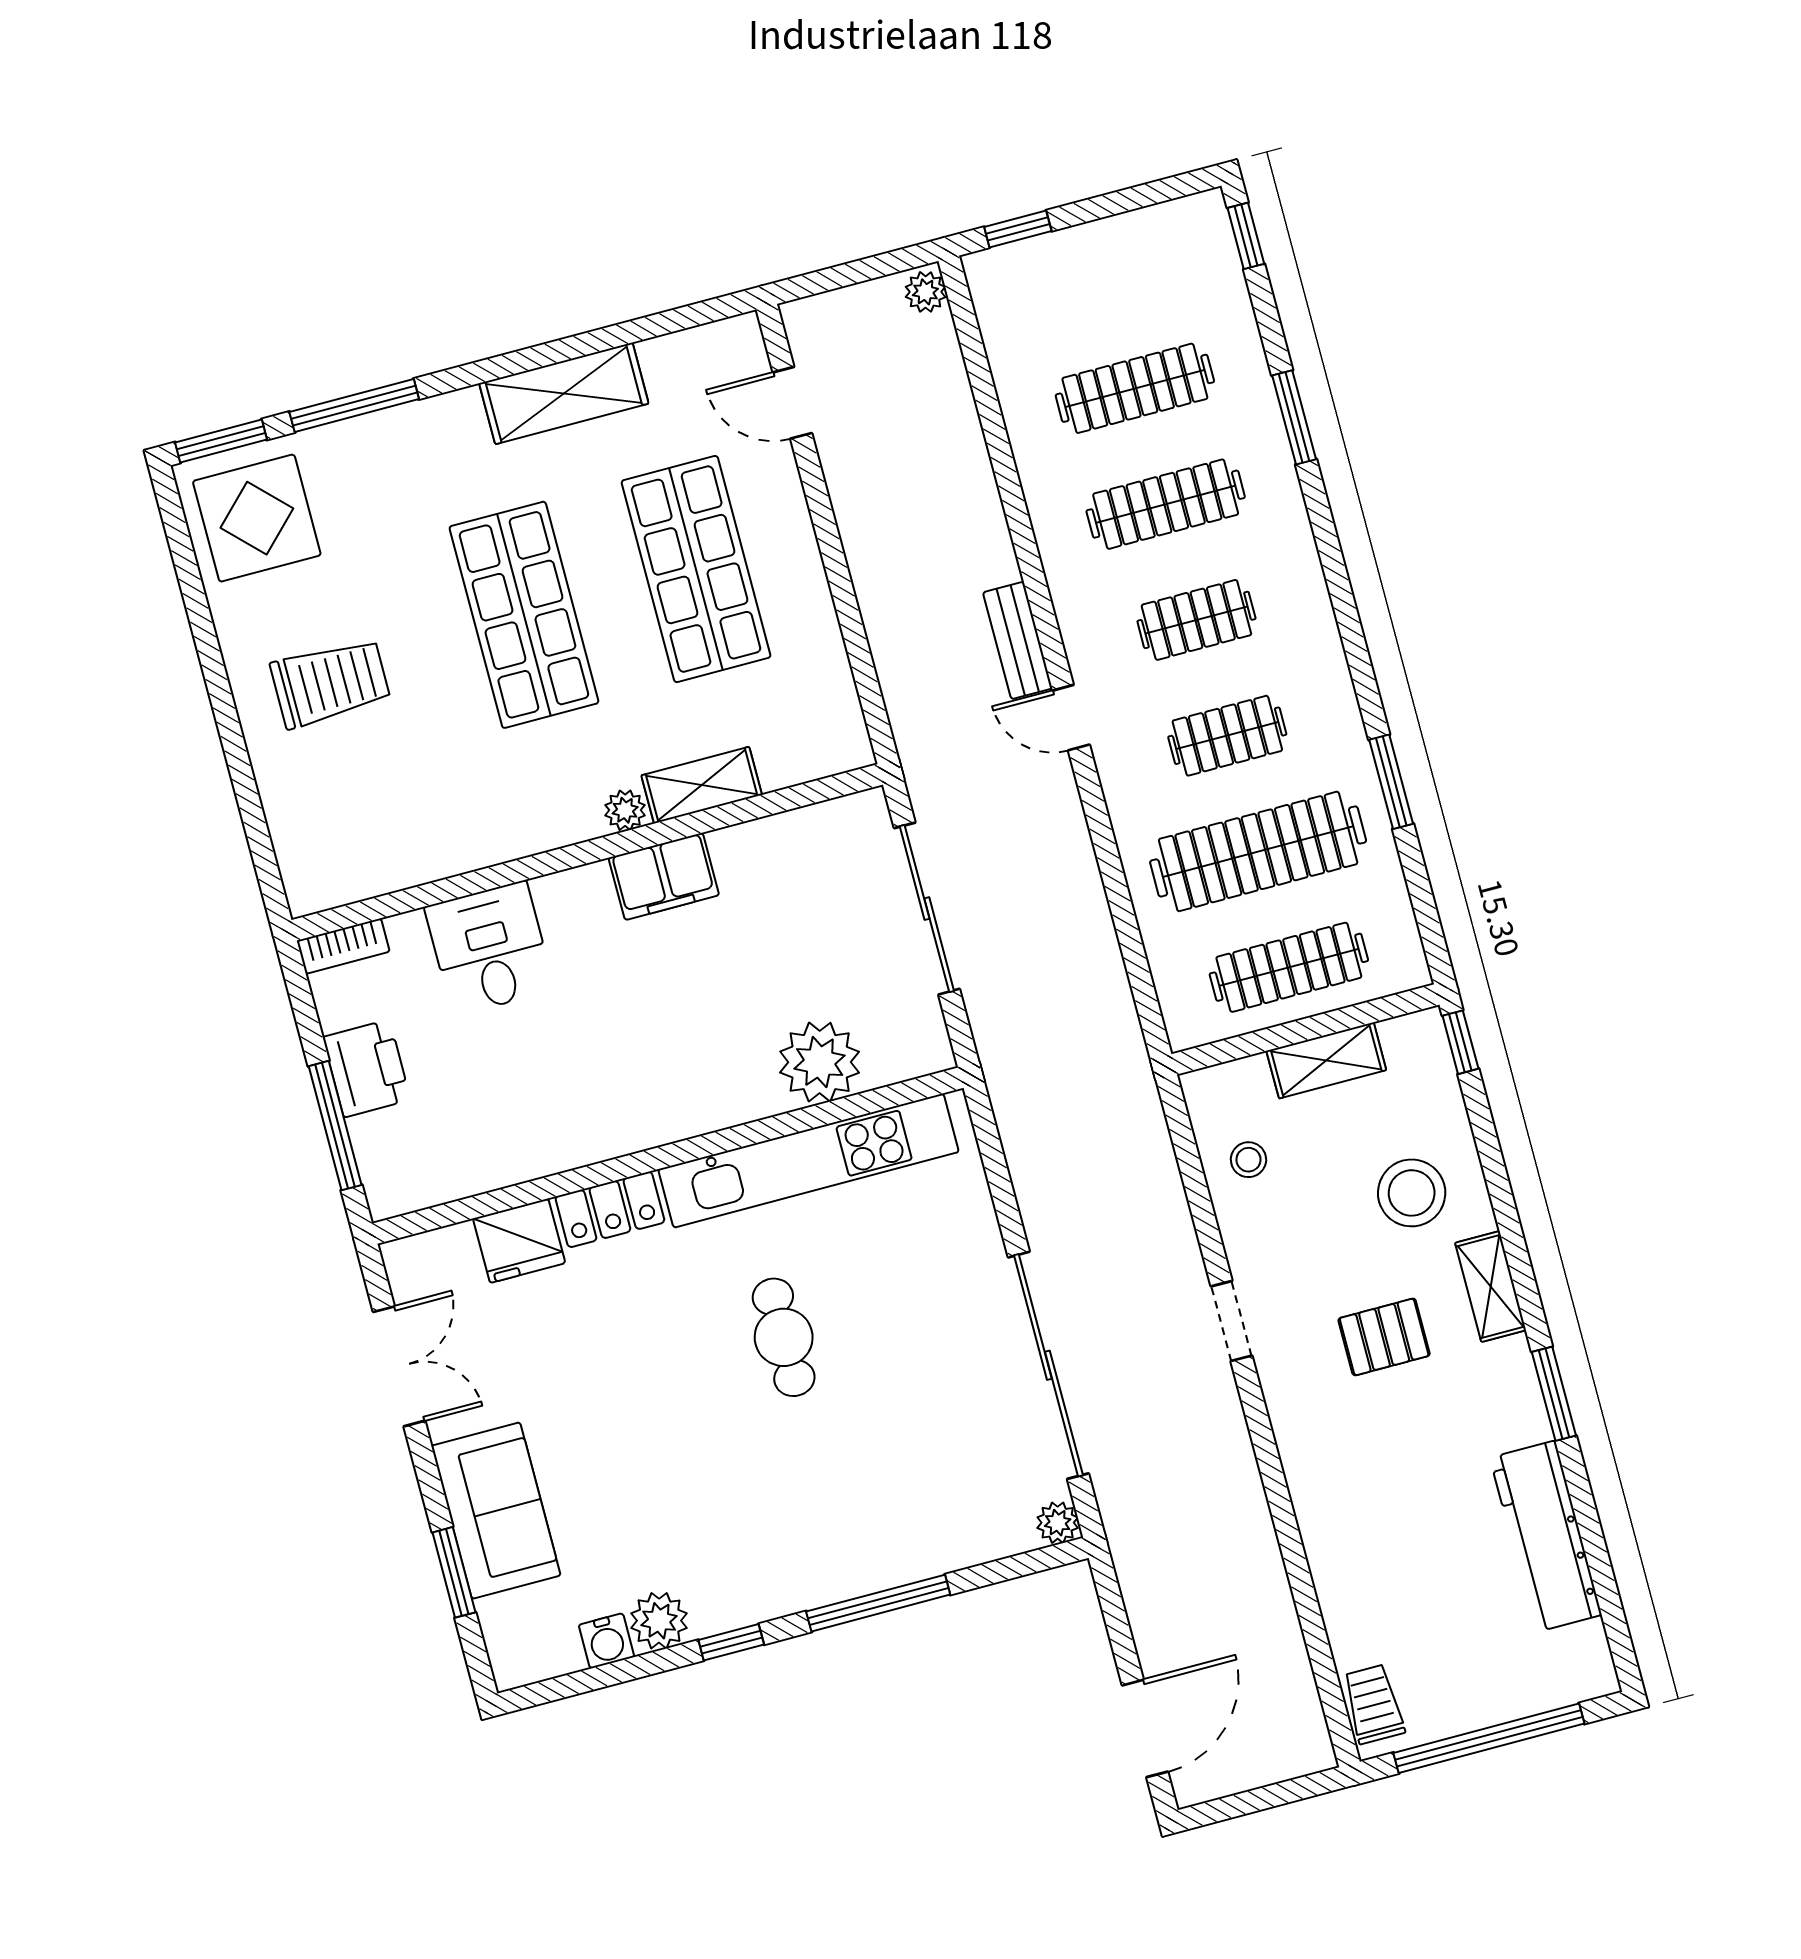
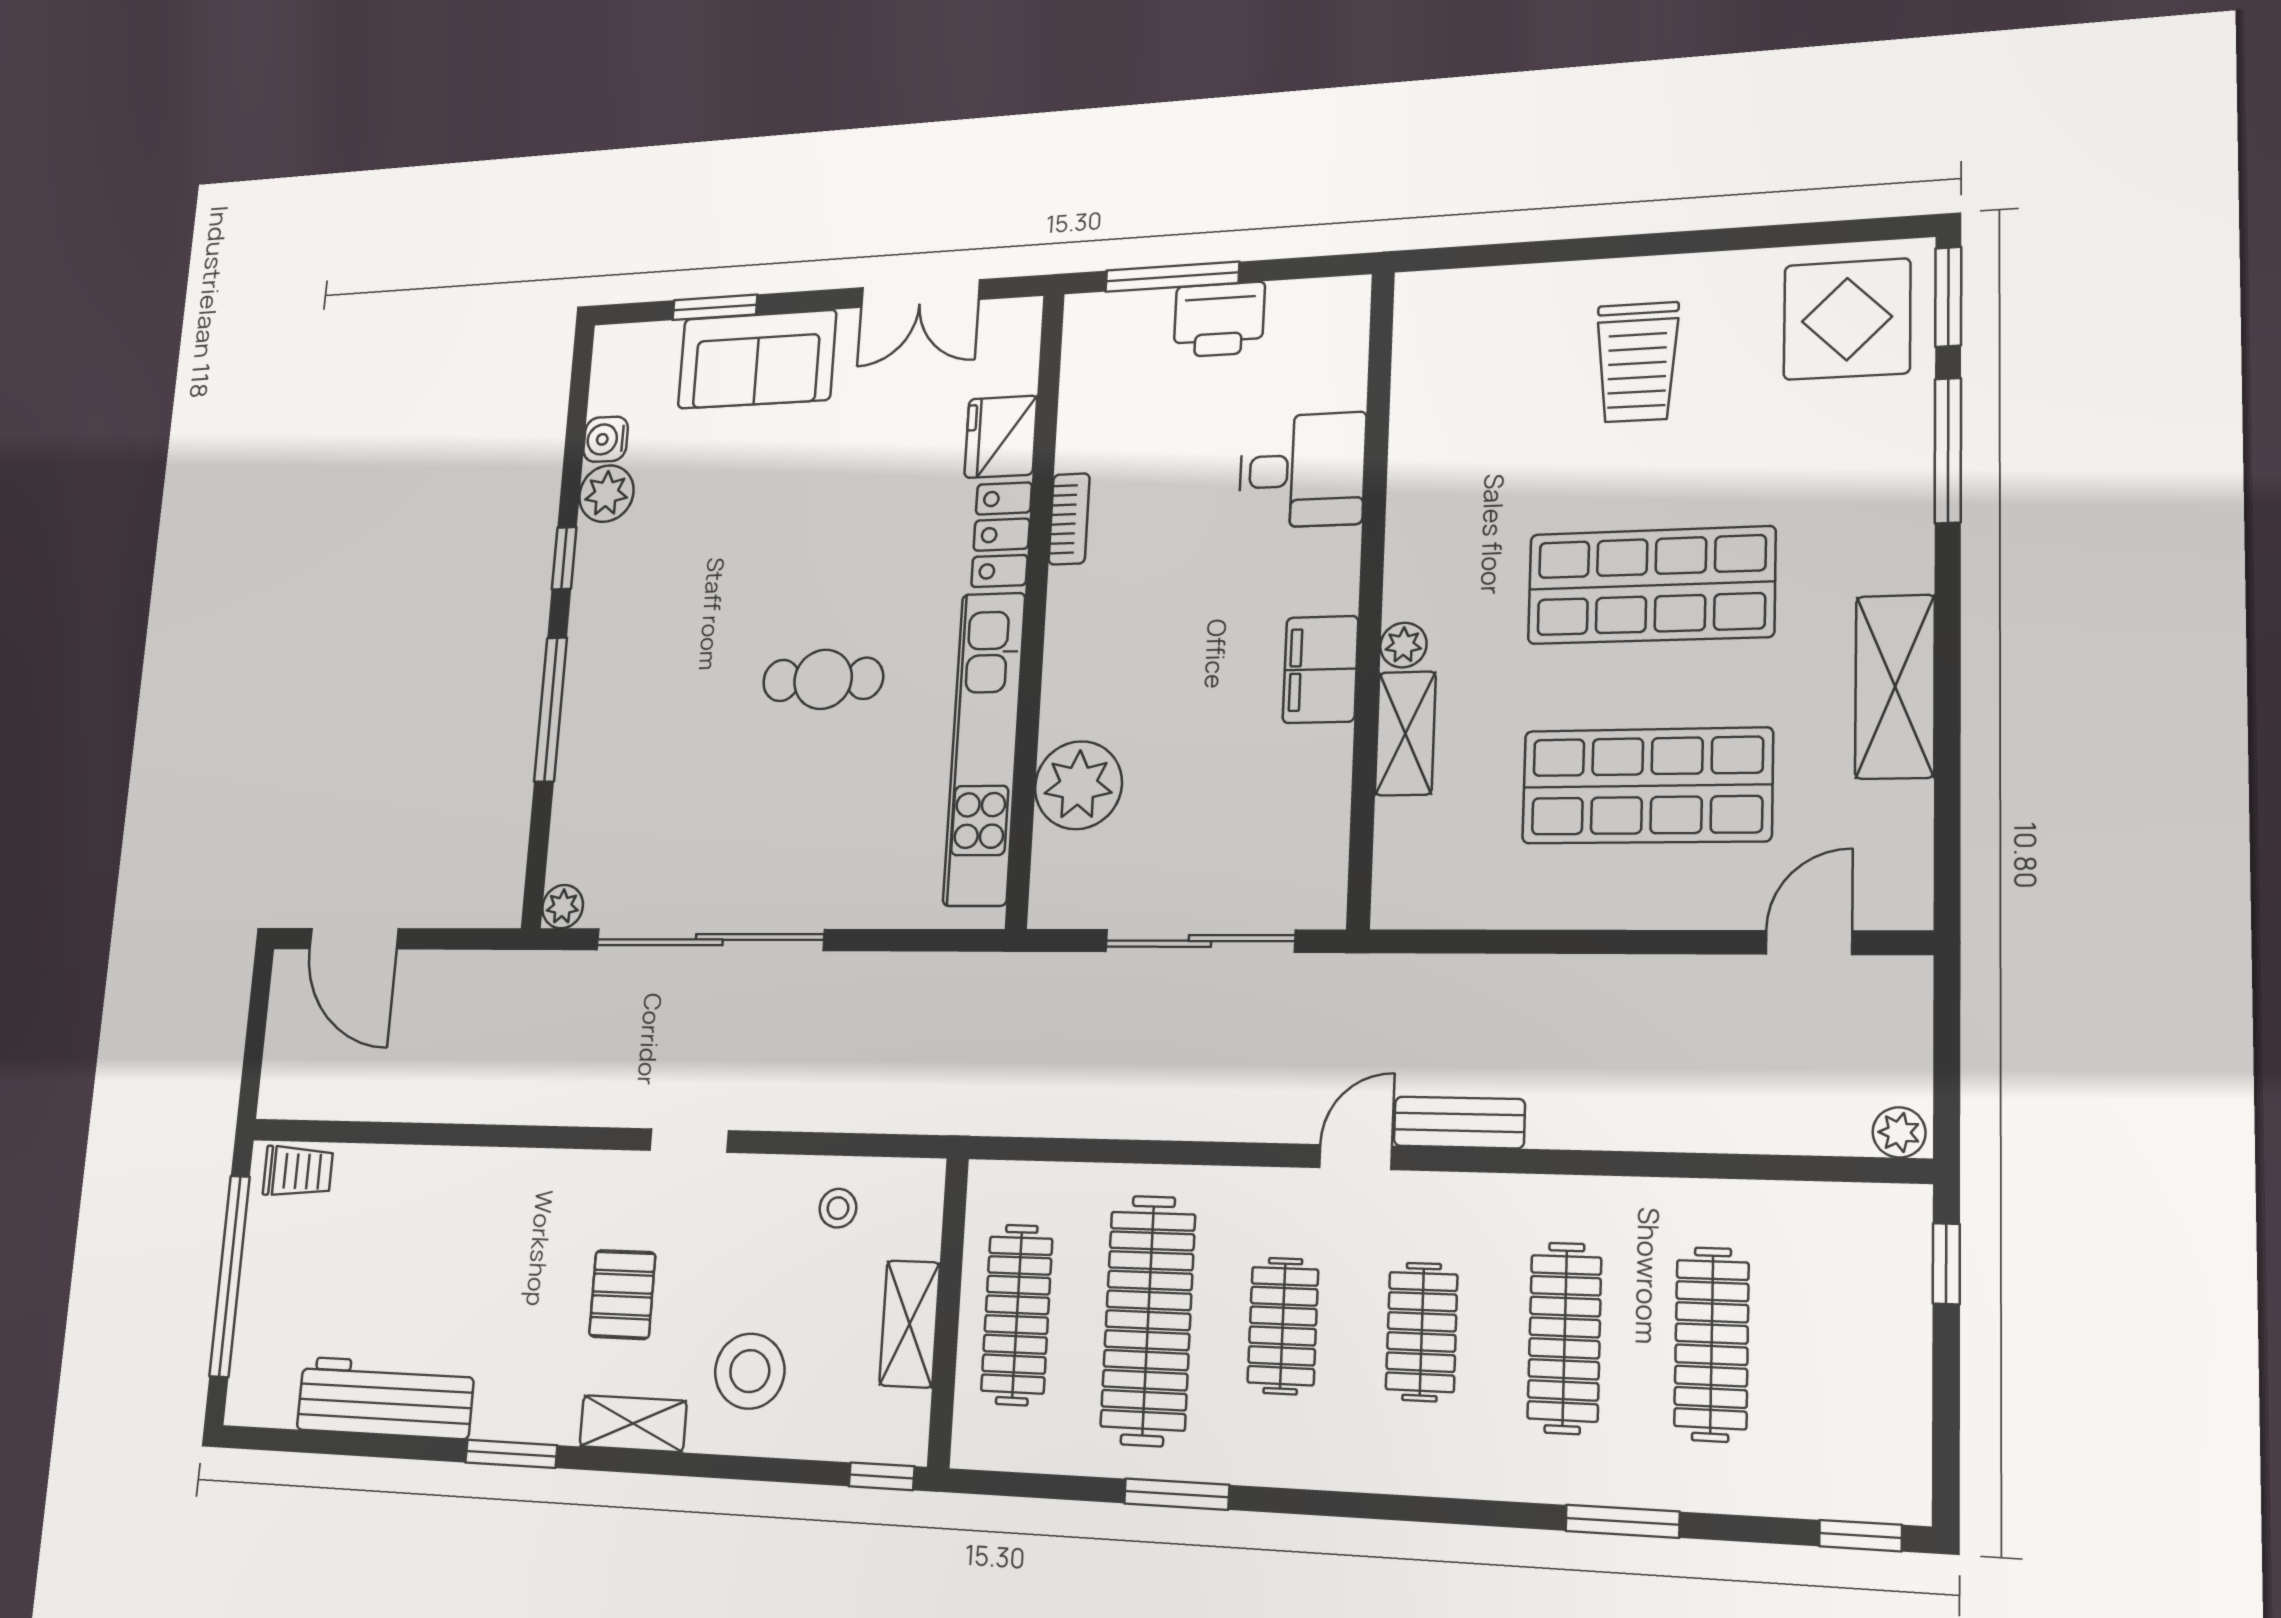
bookcase: (343, 946) -> (1069, 519), moved, turned 180

